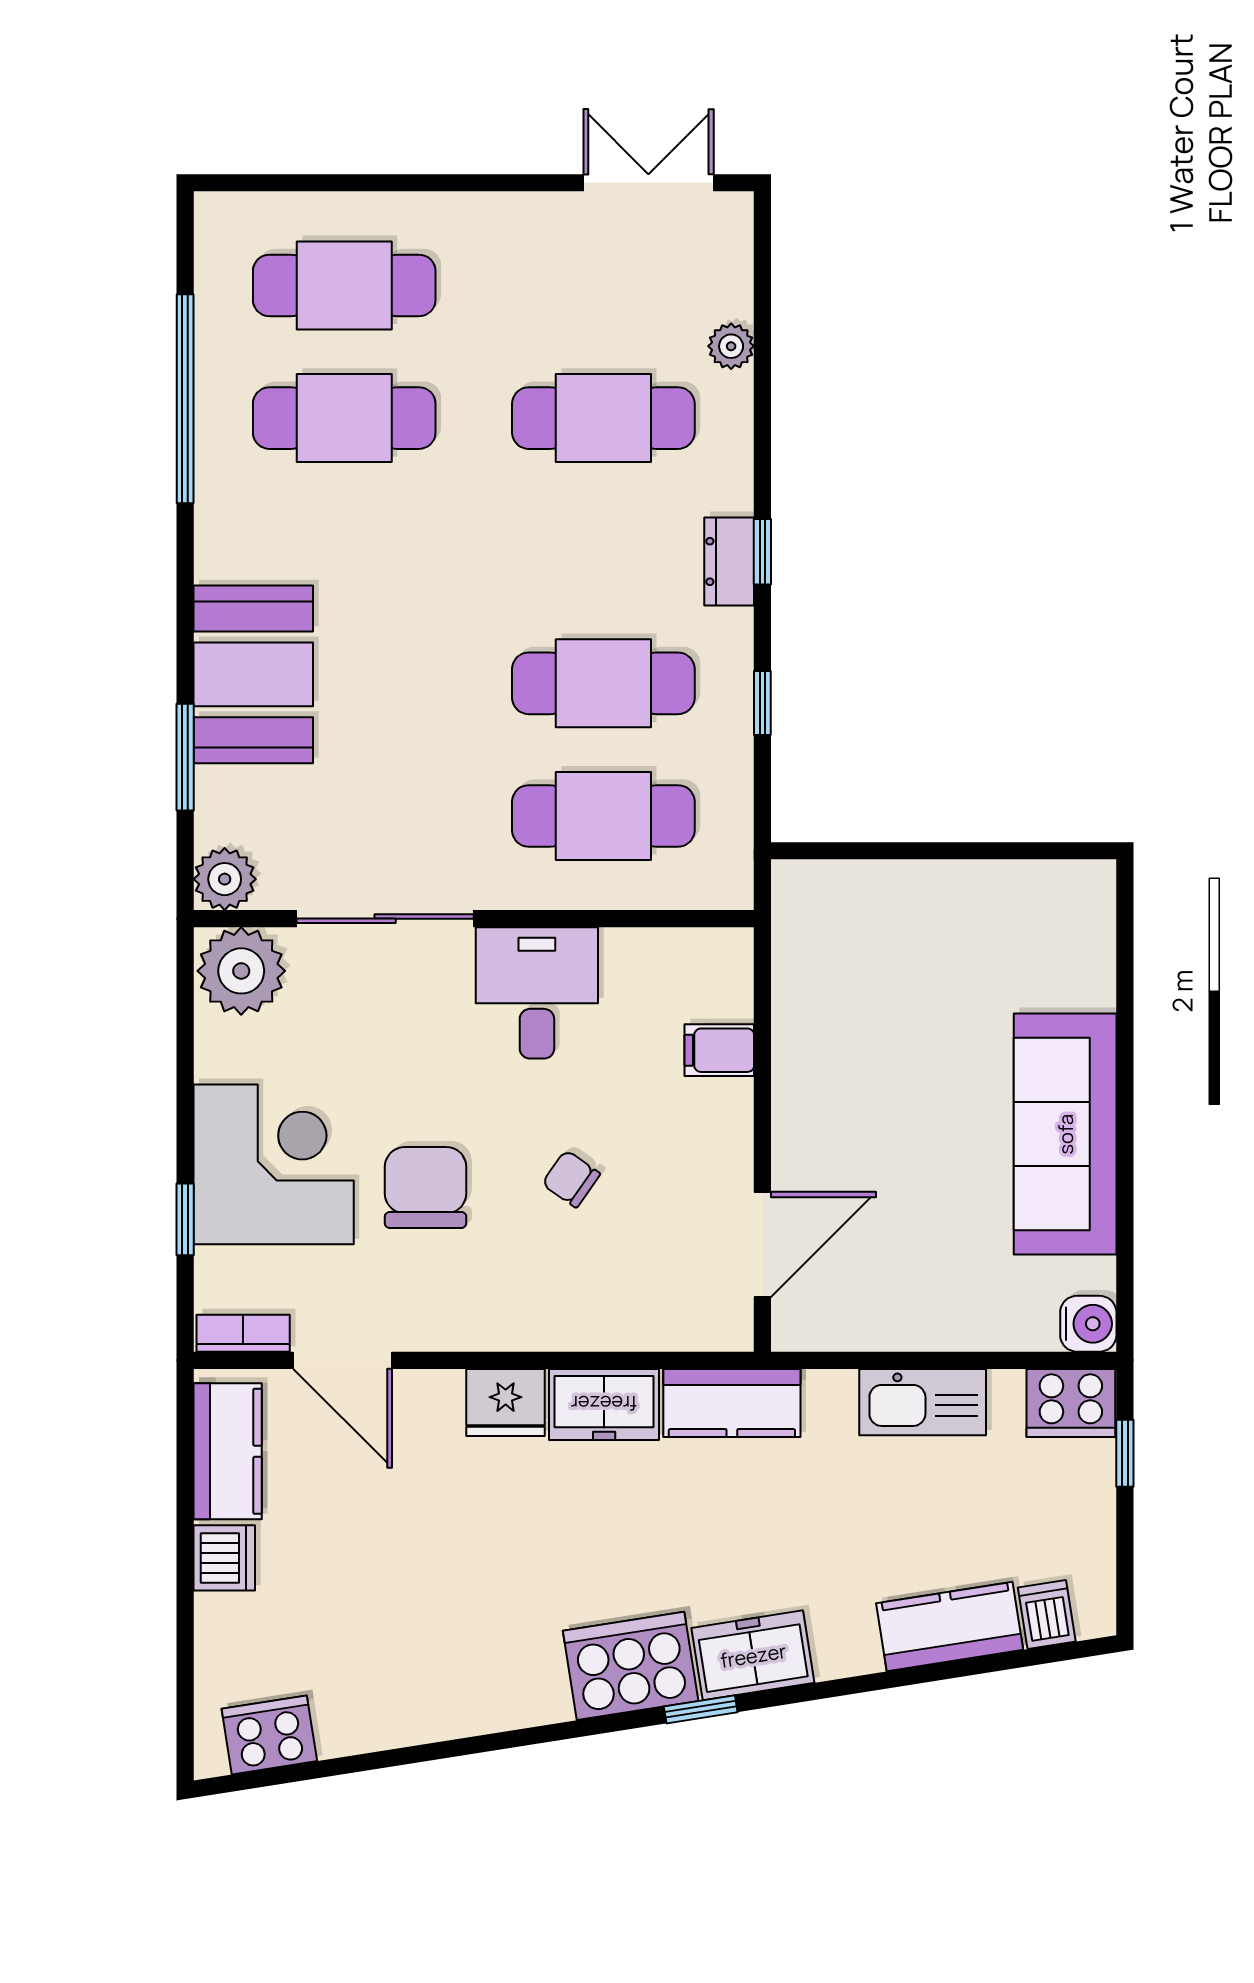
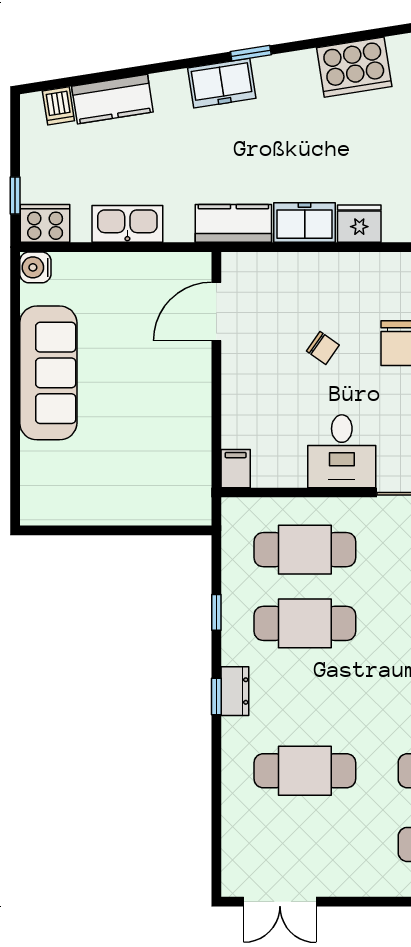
plant: (731, 346) -> (234, 811), removed
filing cabinet: (719, 1050) -> (236, 469), moved, turned -90
cooker: (631, 1666) -> (354, 67), moved

